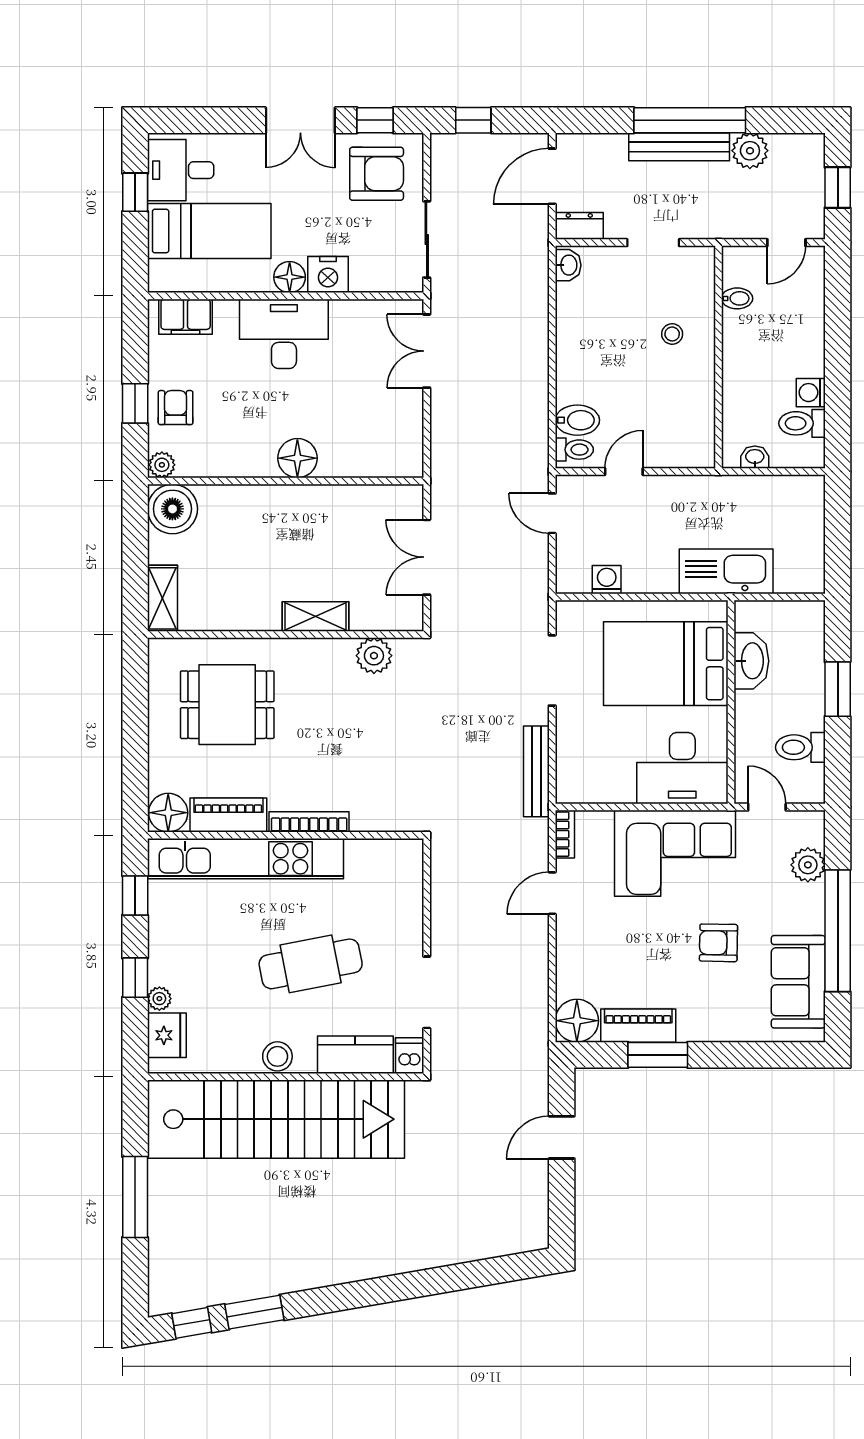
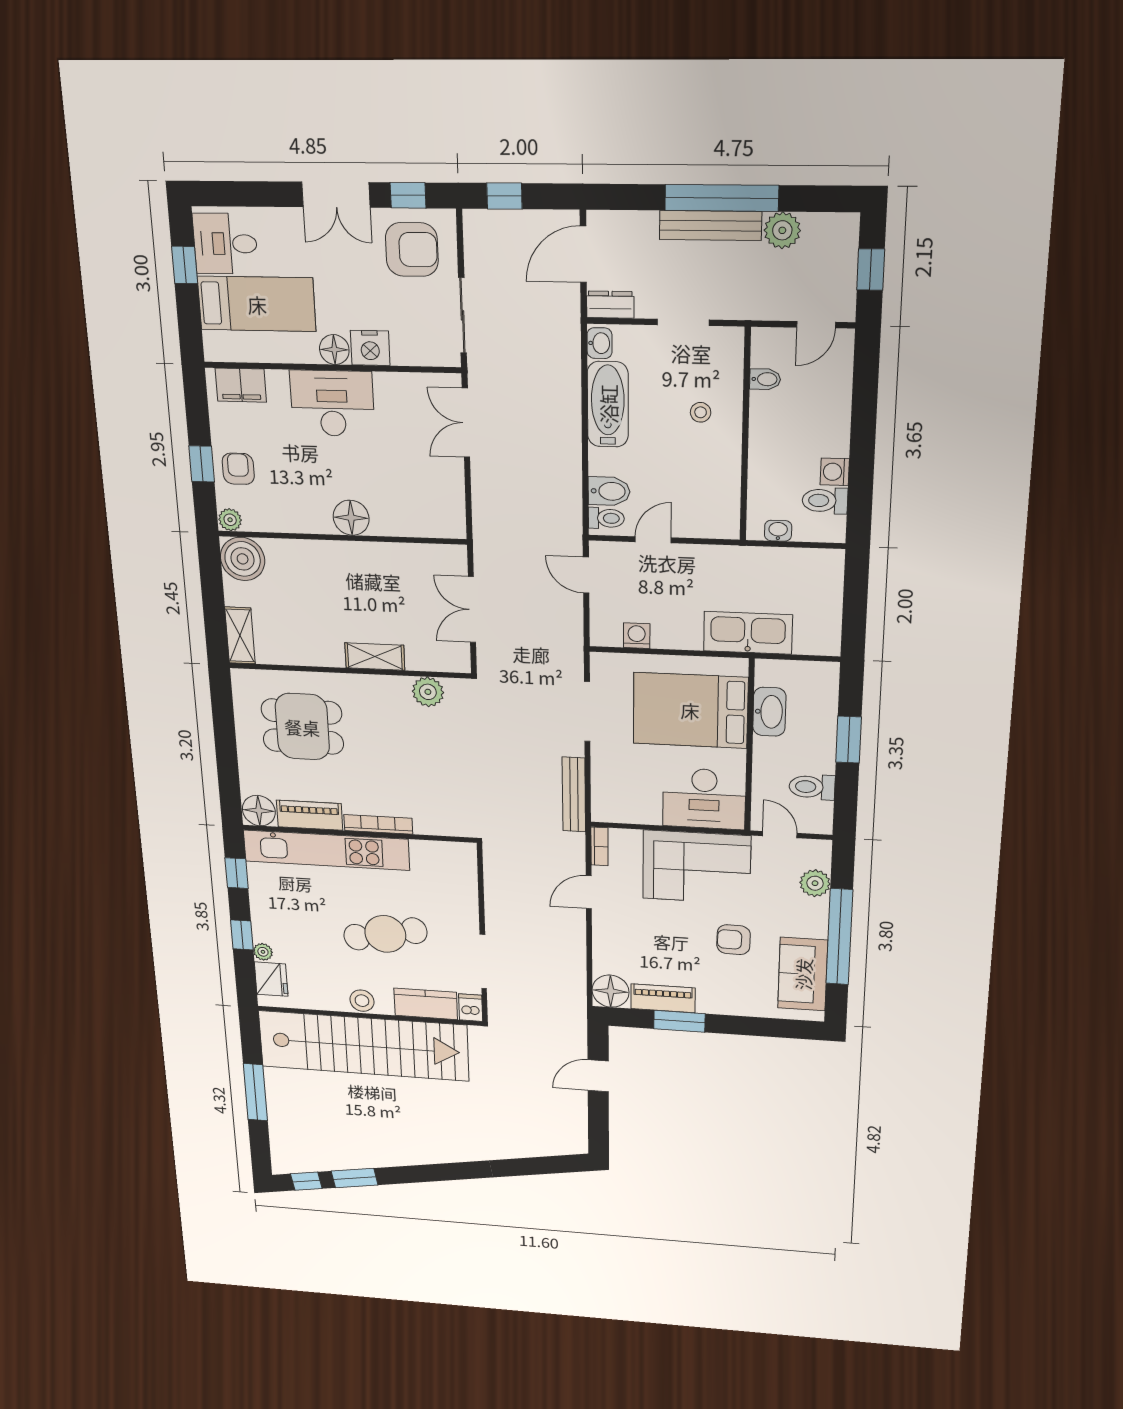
bathtub: (576, 328) -> (608, 404), added

